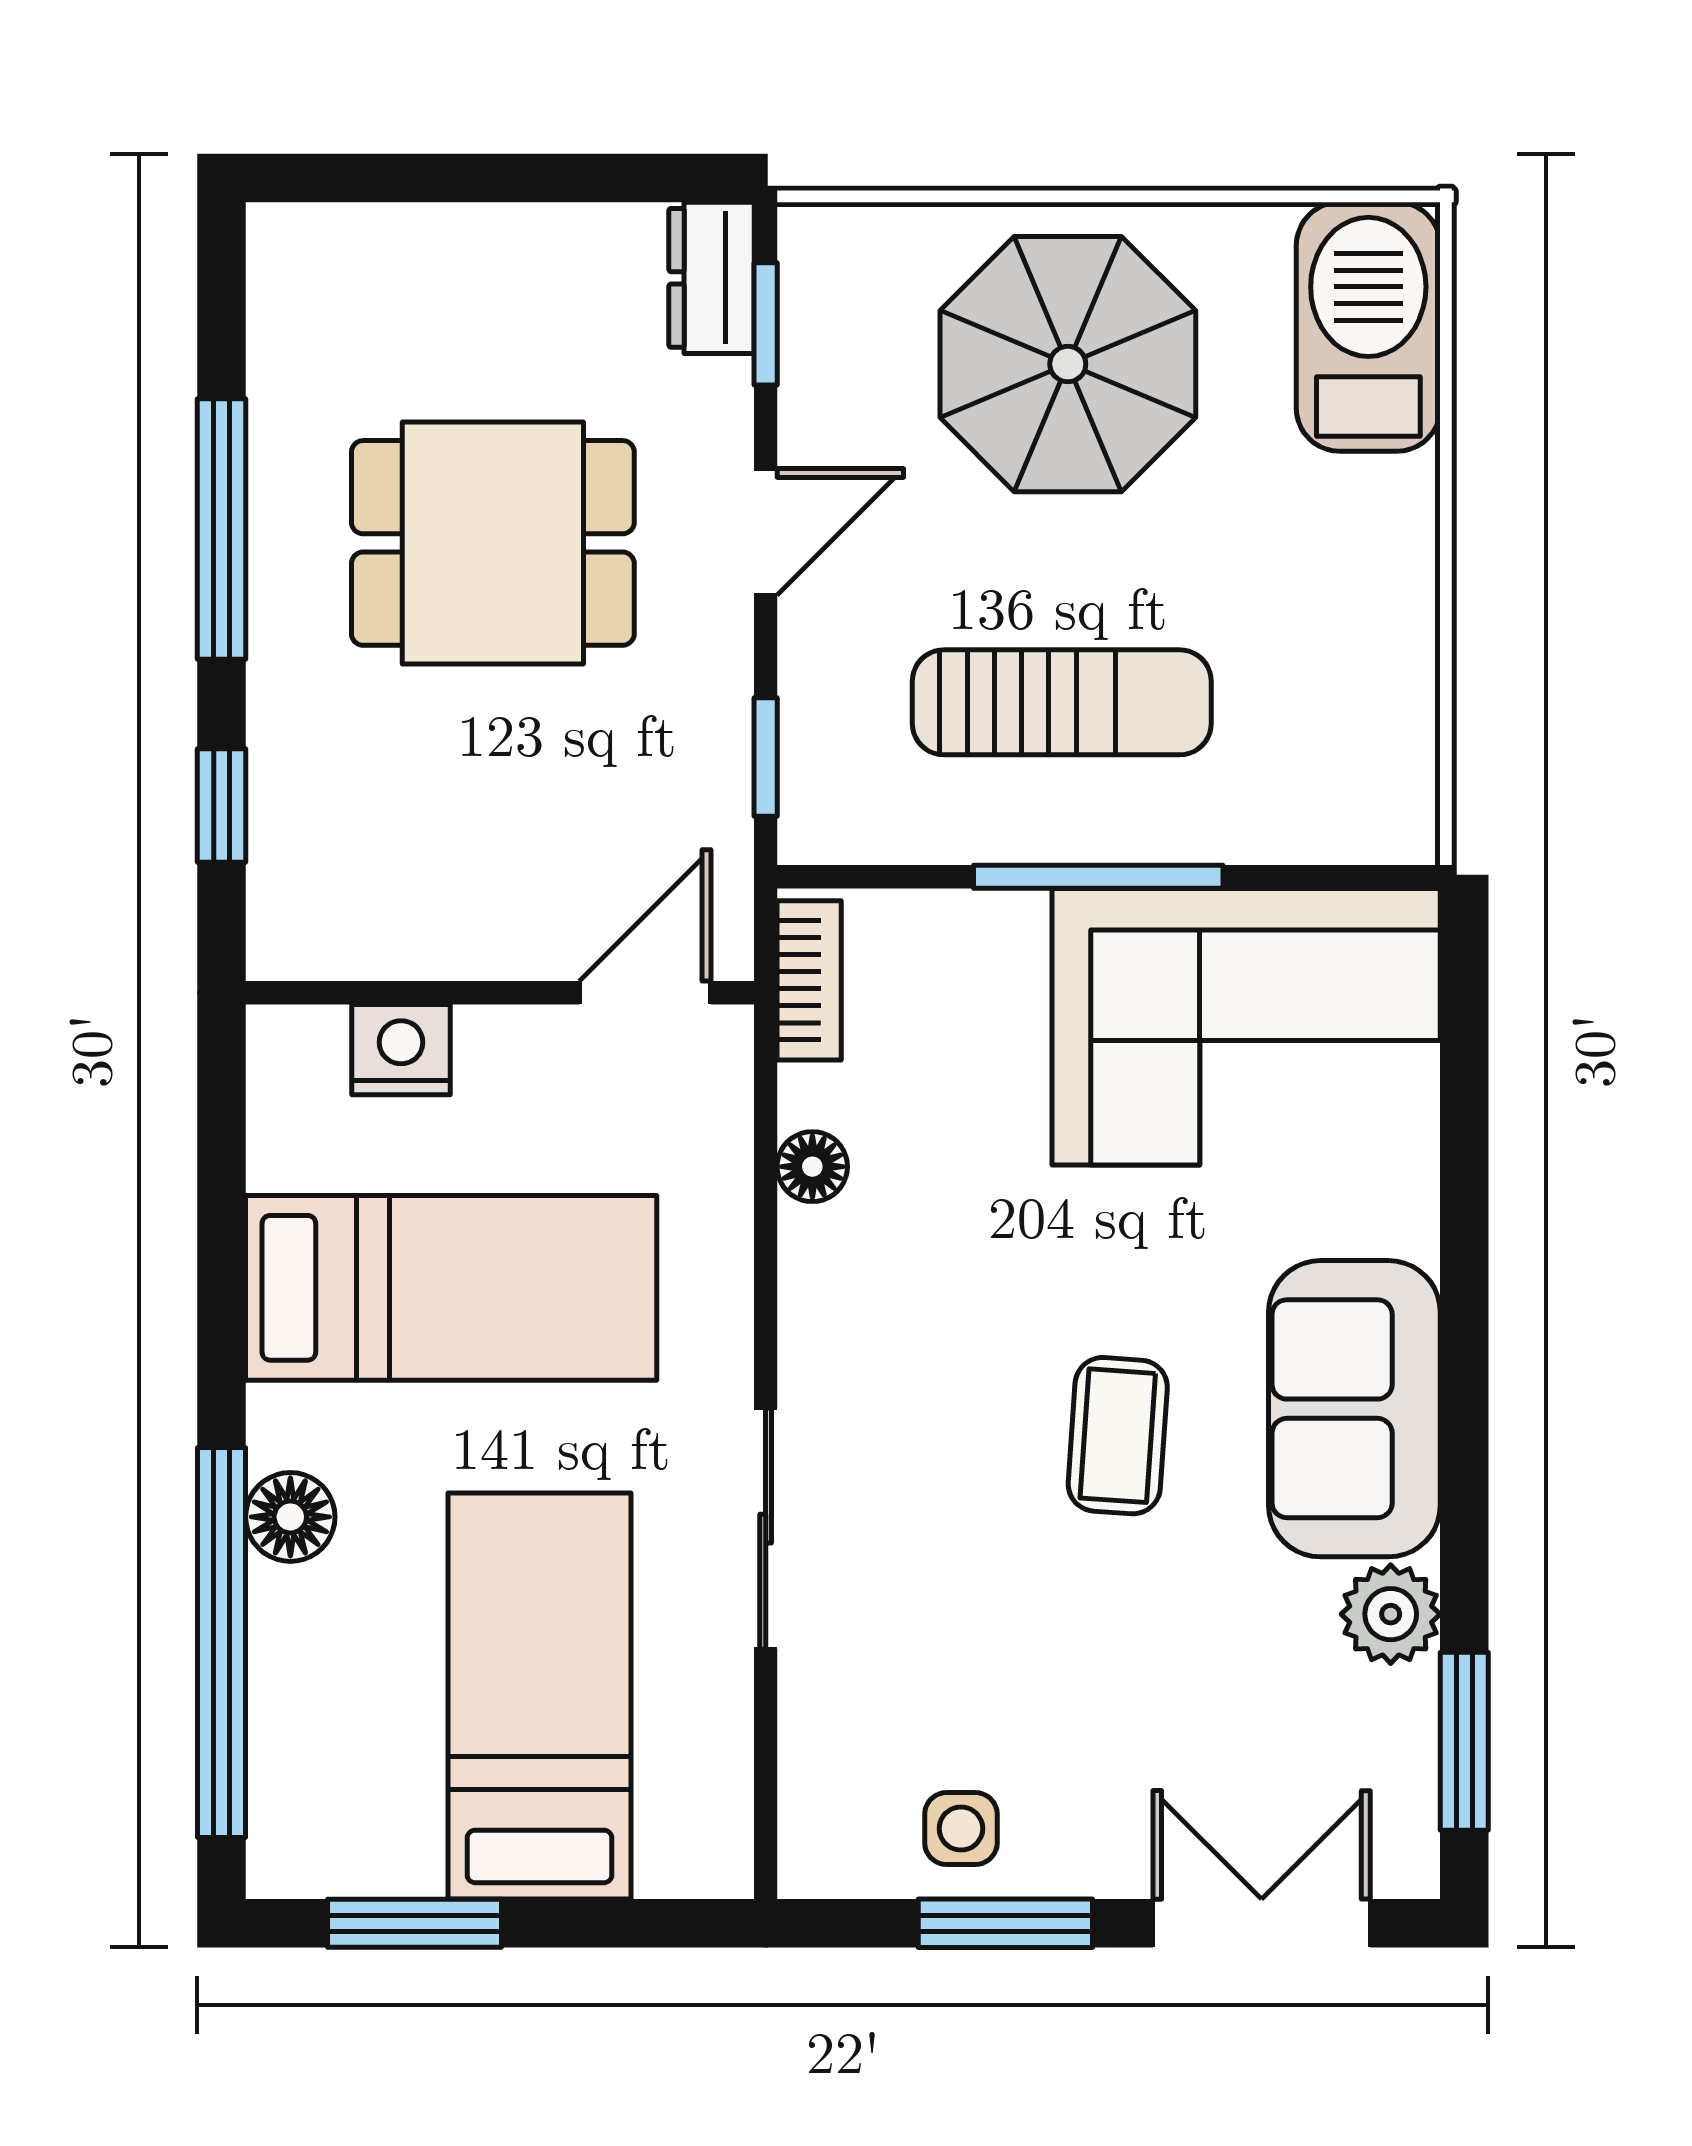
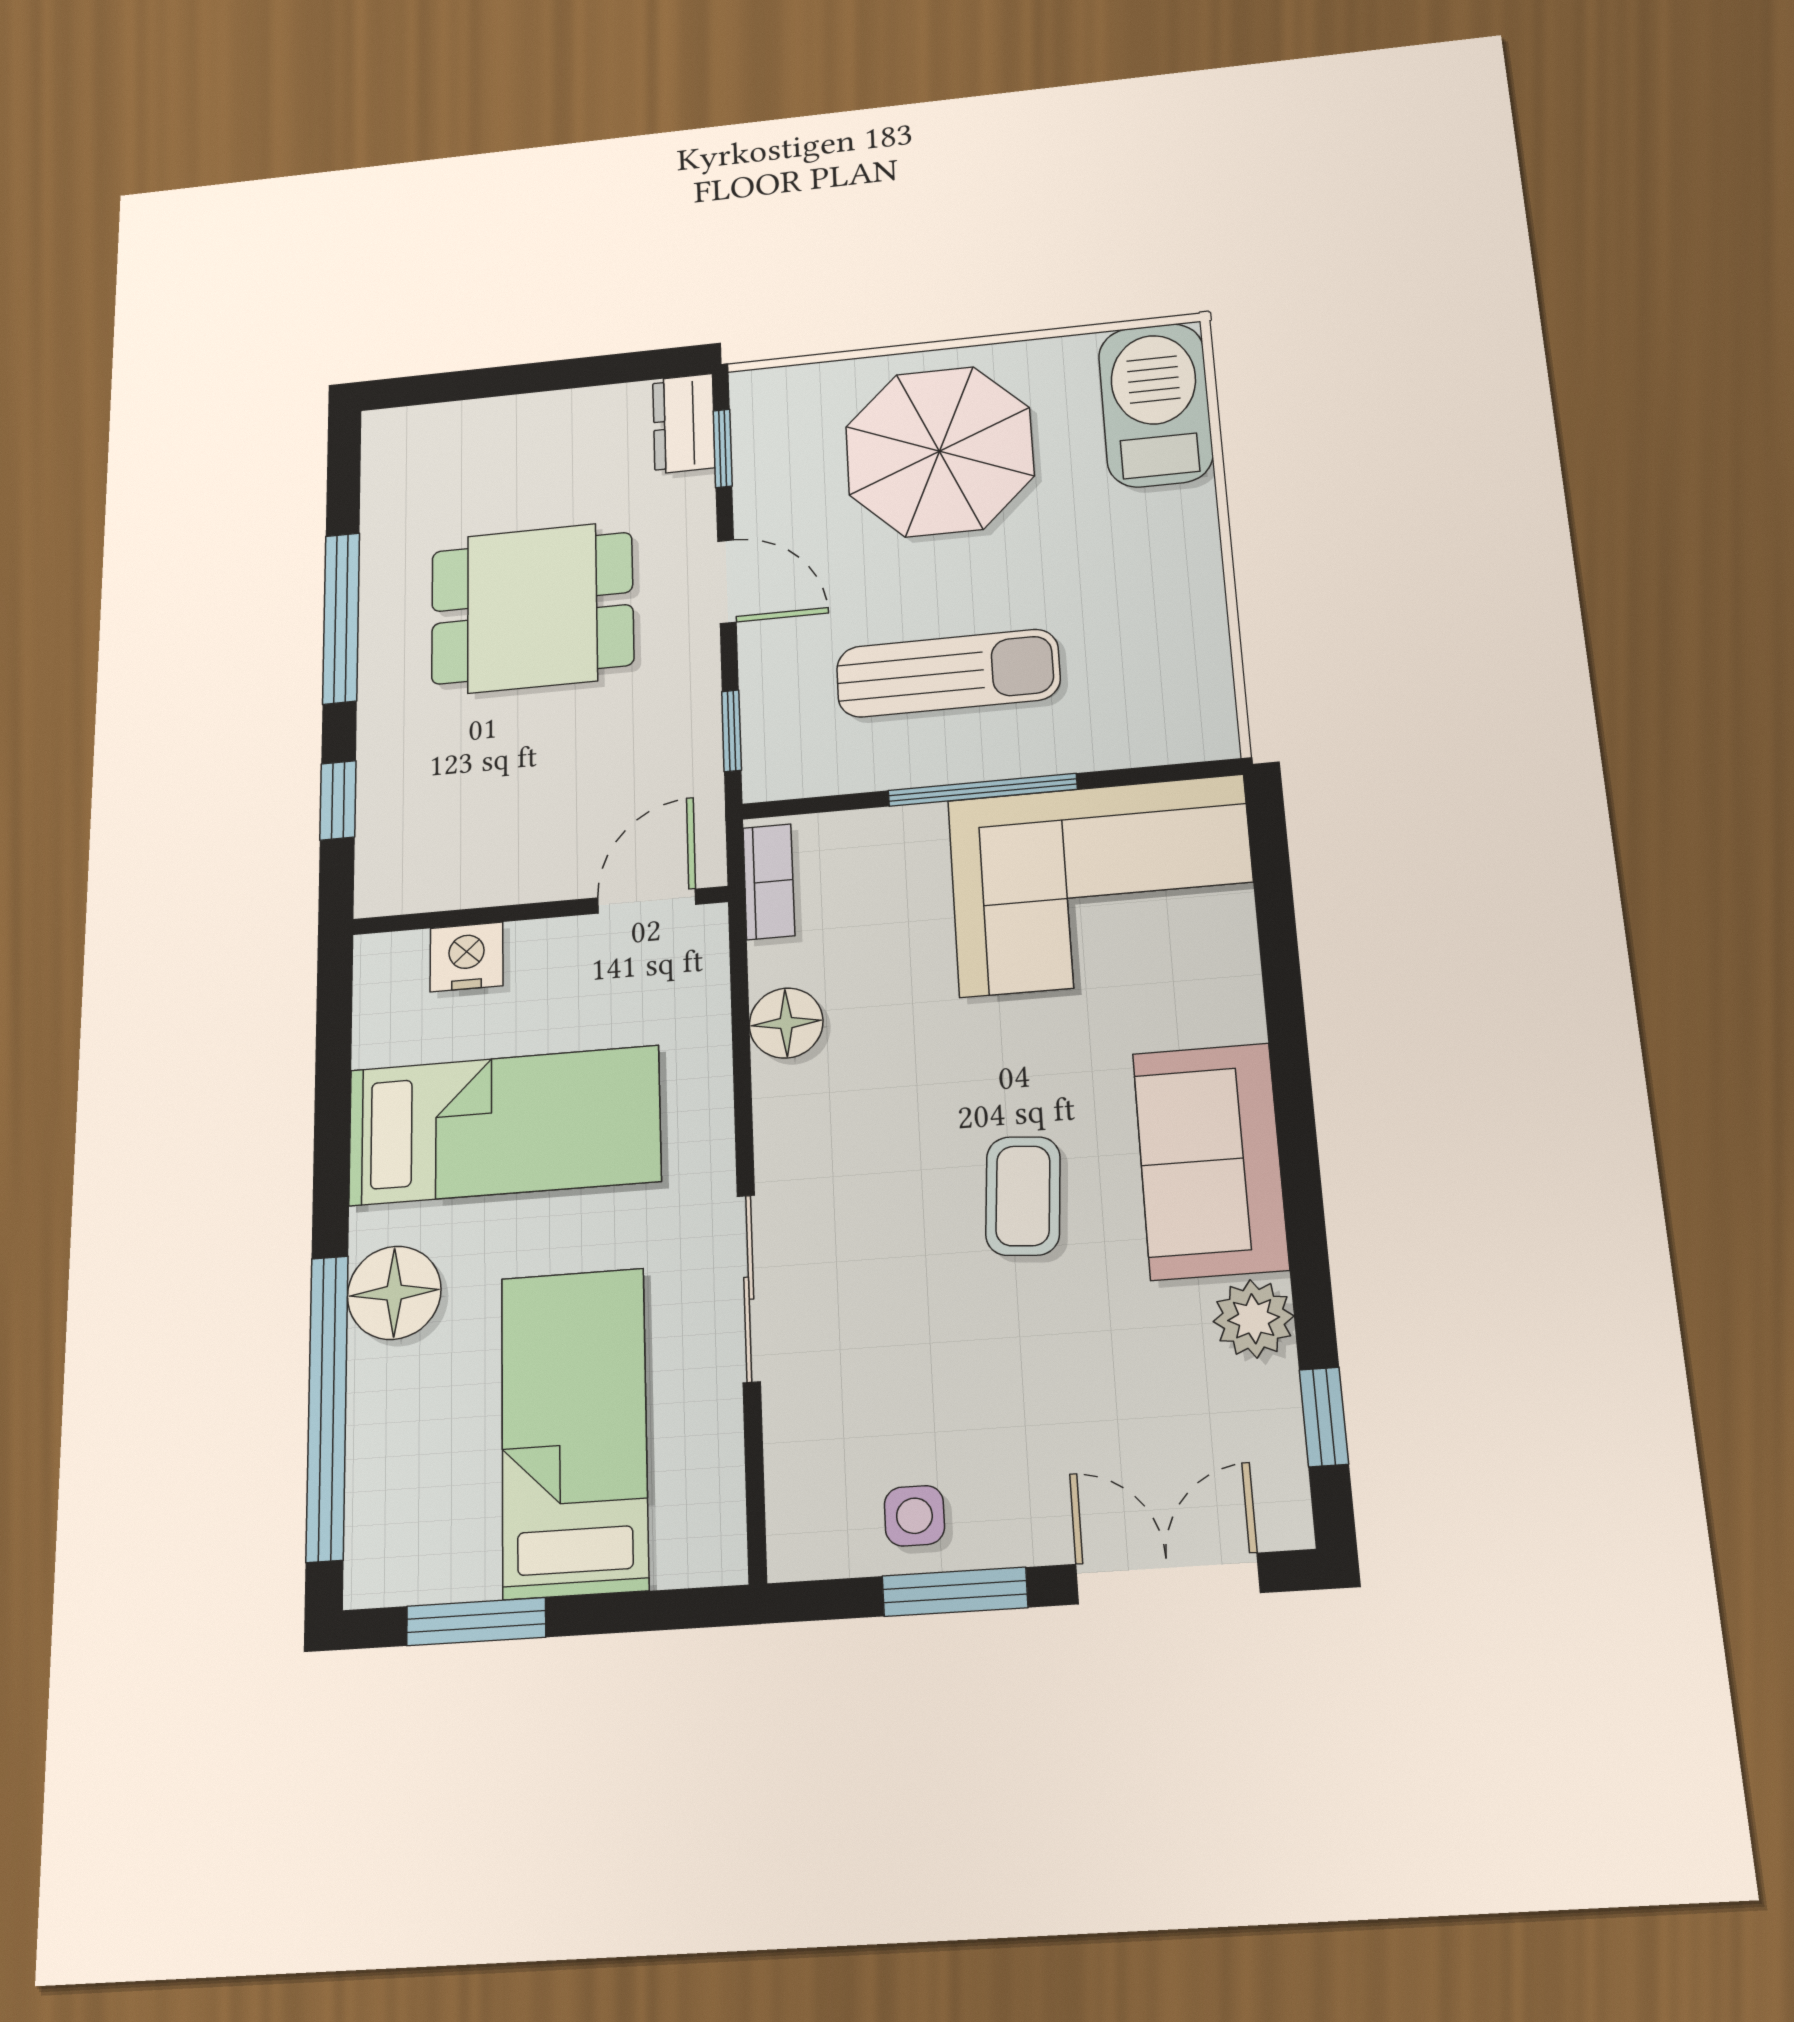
door: (766, 532) -> (727, 581), hinge flipped
floor lamp: (812, 1167) -> (786, 1023), width x1.37, depth x1.37
floor lamp: (290, 1517) -> (394, 1293), width x1.38, depth x1.38
window: (1464, 1741) -> (1324, 1417), width x0.67

